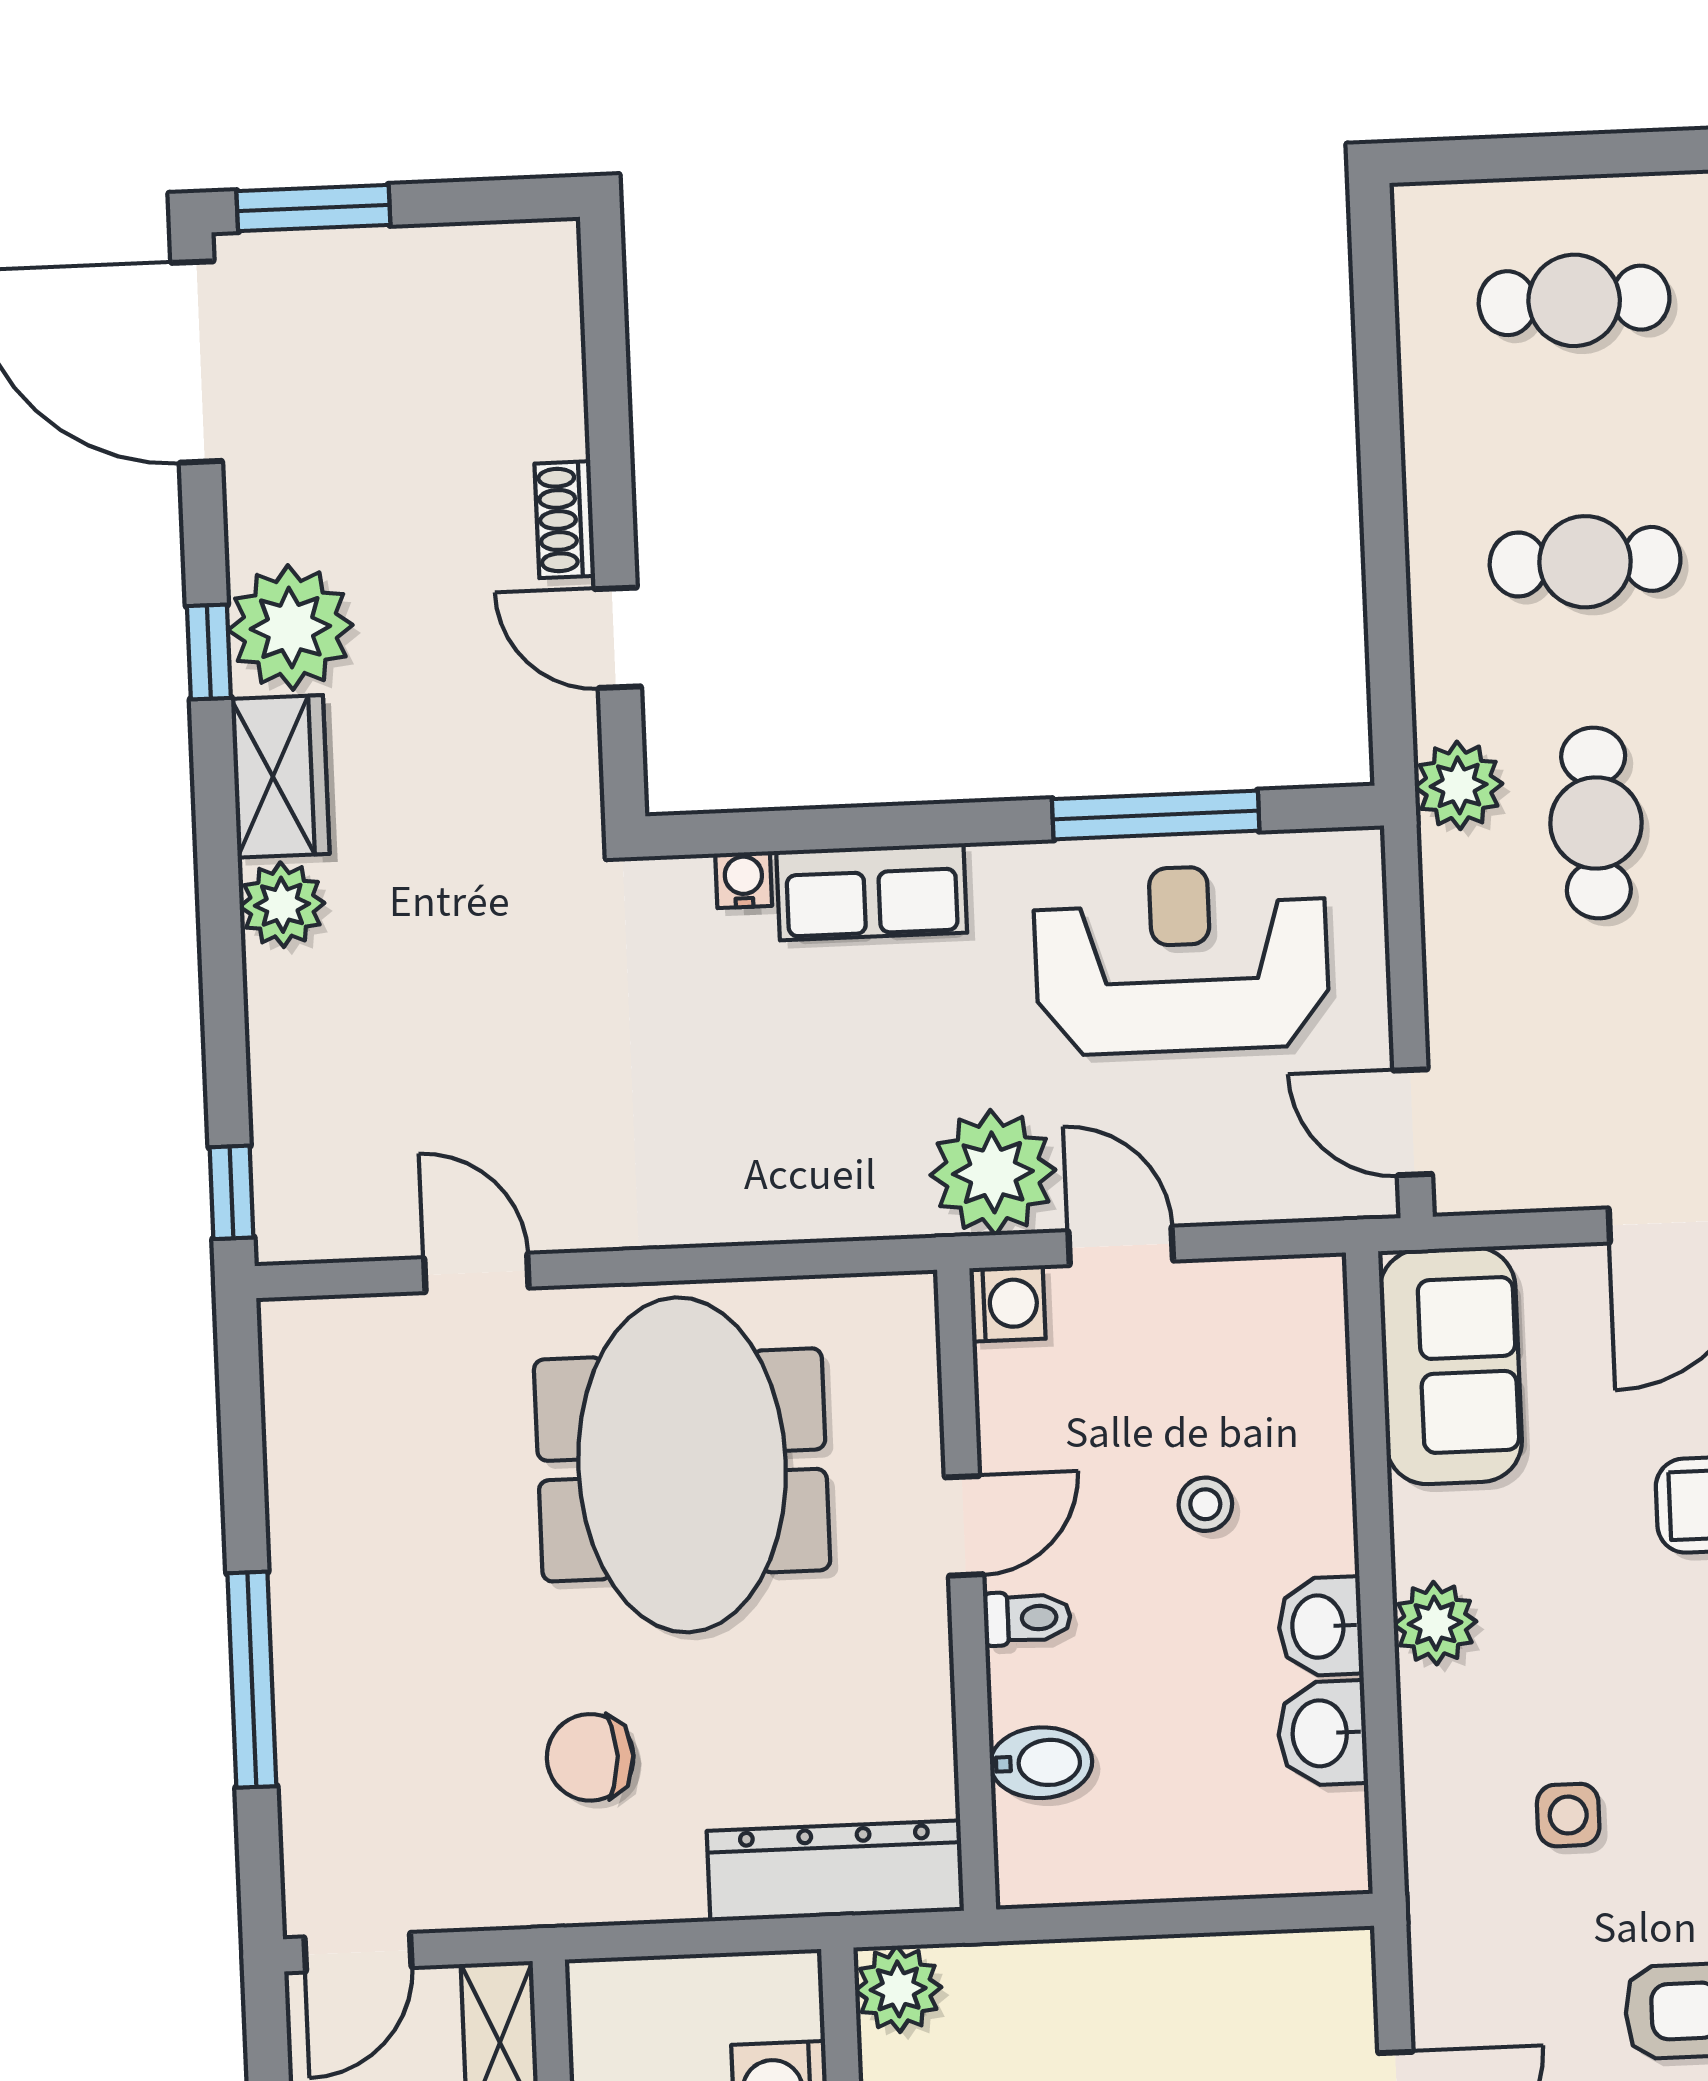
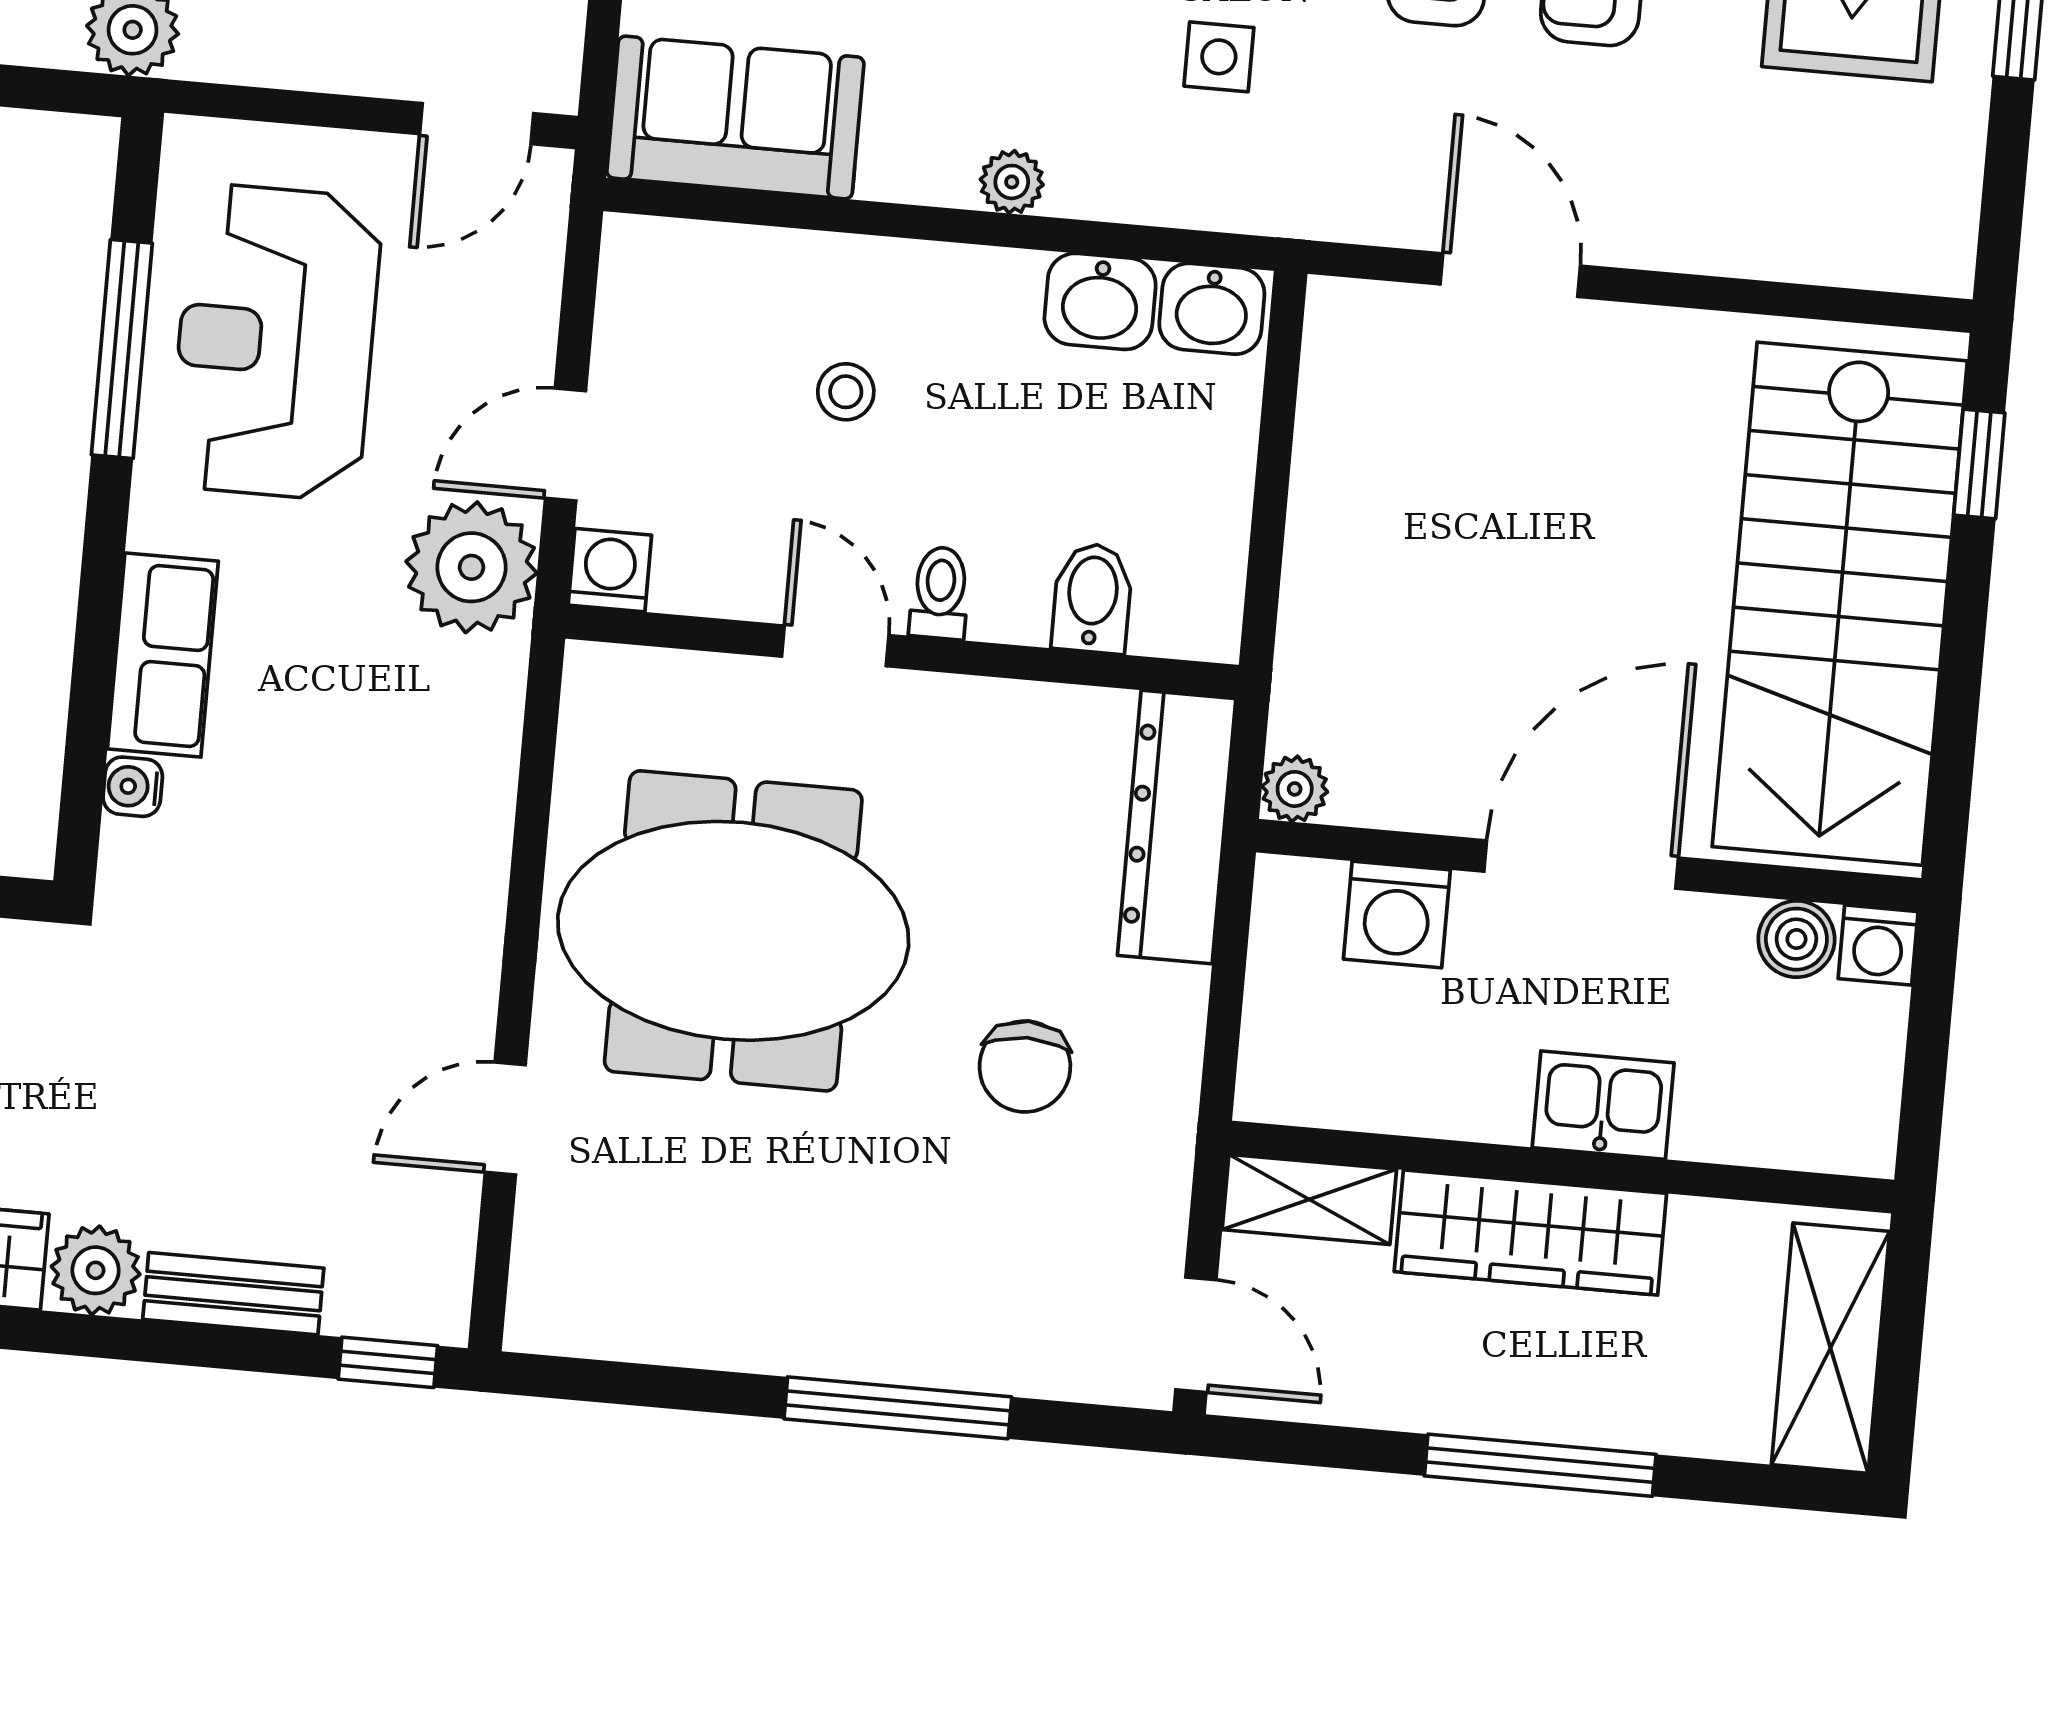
bench: (277, 1038) -> (233, 1294), added
plant: (1435, 1623) -> (1012, 182), width x0.73, depth x0.73
washbasin: (1320, 1626) -> (1212, 309), moved
plant: (898, 1989) -> (1295, 789), width x0.73, depth x0.73

